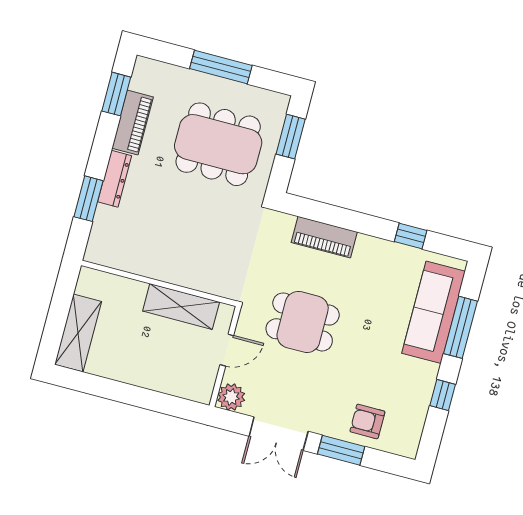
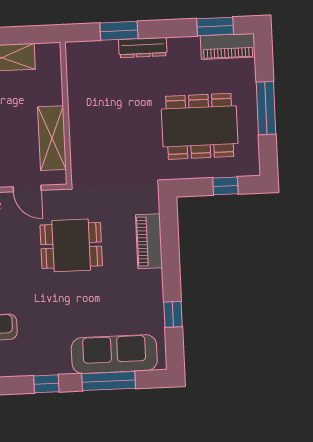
piano: (133, 123) -> (228, 46), moved
window: (291, 137) -> (225, 186), width x0.67
dining table: (218, 144) -> (200, 126), turned 90
dining table: (303, 322) -> (71, 245), turned 90

